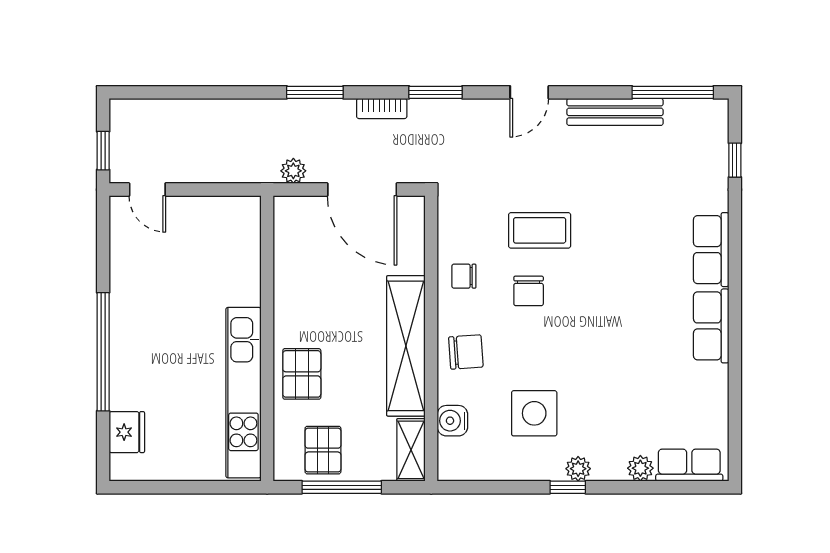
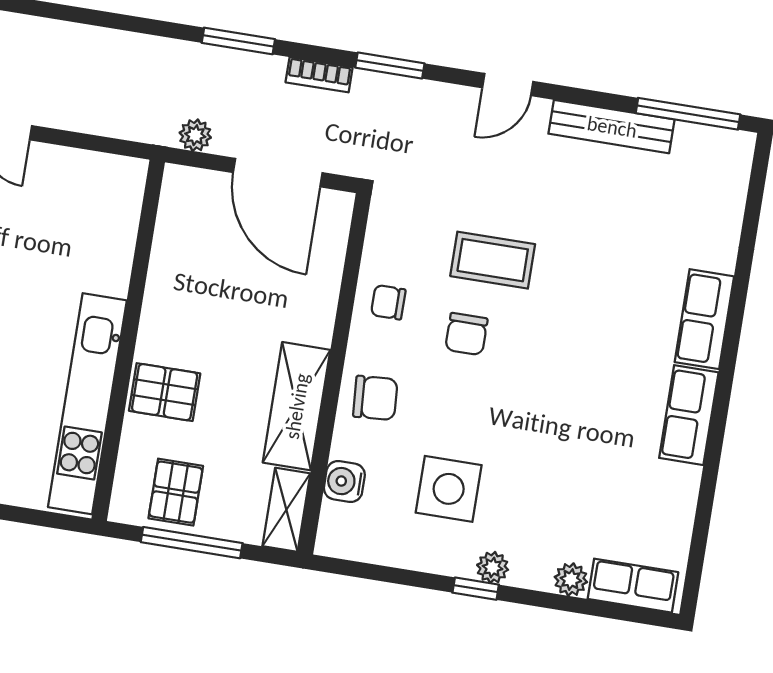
window: (735, 160) -> (752, 212), removed
shelving: (406, 346) -> (297, 406), width x0.68
pallet: (302, 374) -> (165, 392), turned 90

